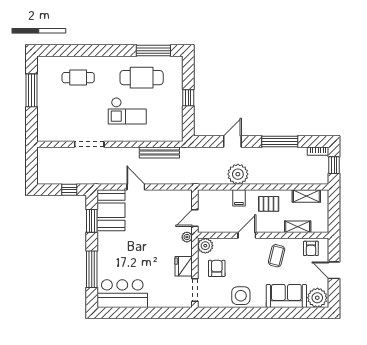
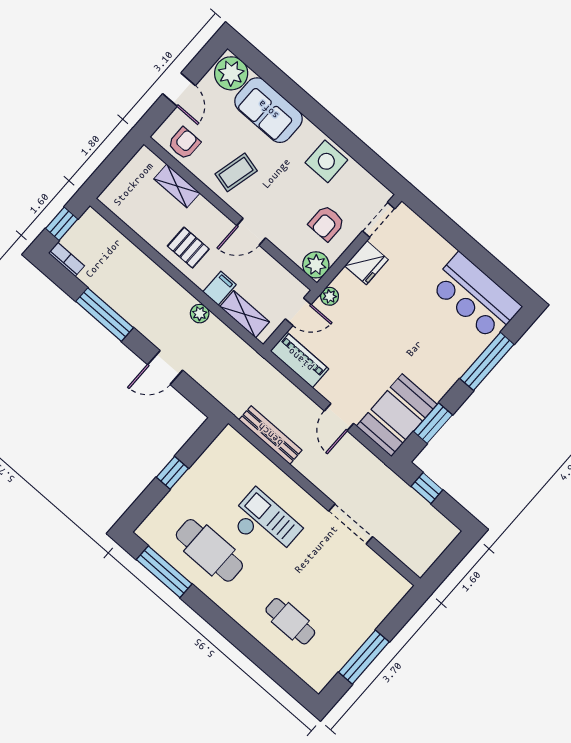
plant: (238, 174) -> (200, 314), width x0.53, depth x0.53
shelving: (306, 196) -> (245, 314), moved
piano: (176, 197) -> (300, 360), added

